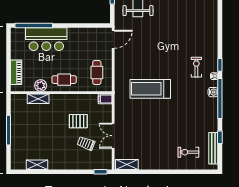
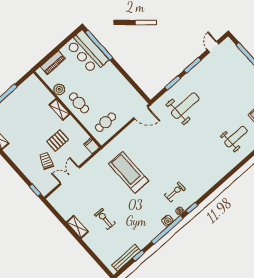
bar counter: (46, 39) -> (87, 52), moved
shelving: (38, 99) -> (59, 109), moved
pallet: (78, 121) -> (58, 141), turned 90
exercise bike: (188, 152) -> (105, 219), moved
shelving: (127, 164) -> (77, 227), moved

